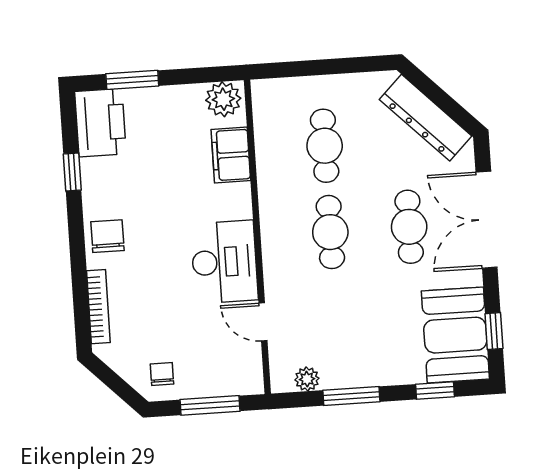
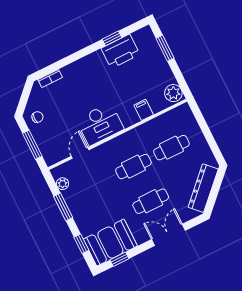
printer: (100, 123) -> (120, 51), moved
filing cabinet: (231, 155) -> (144, 110), width x0.50
double door: (487, 220) -> (168, 235), width x0.73
chair: (107, 236) -> (90, 66), removed
bookcase: (98, 307) -> (50, 78), width x0.64

